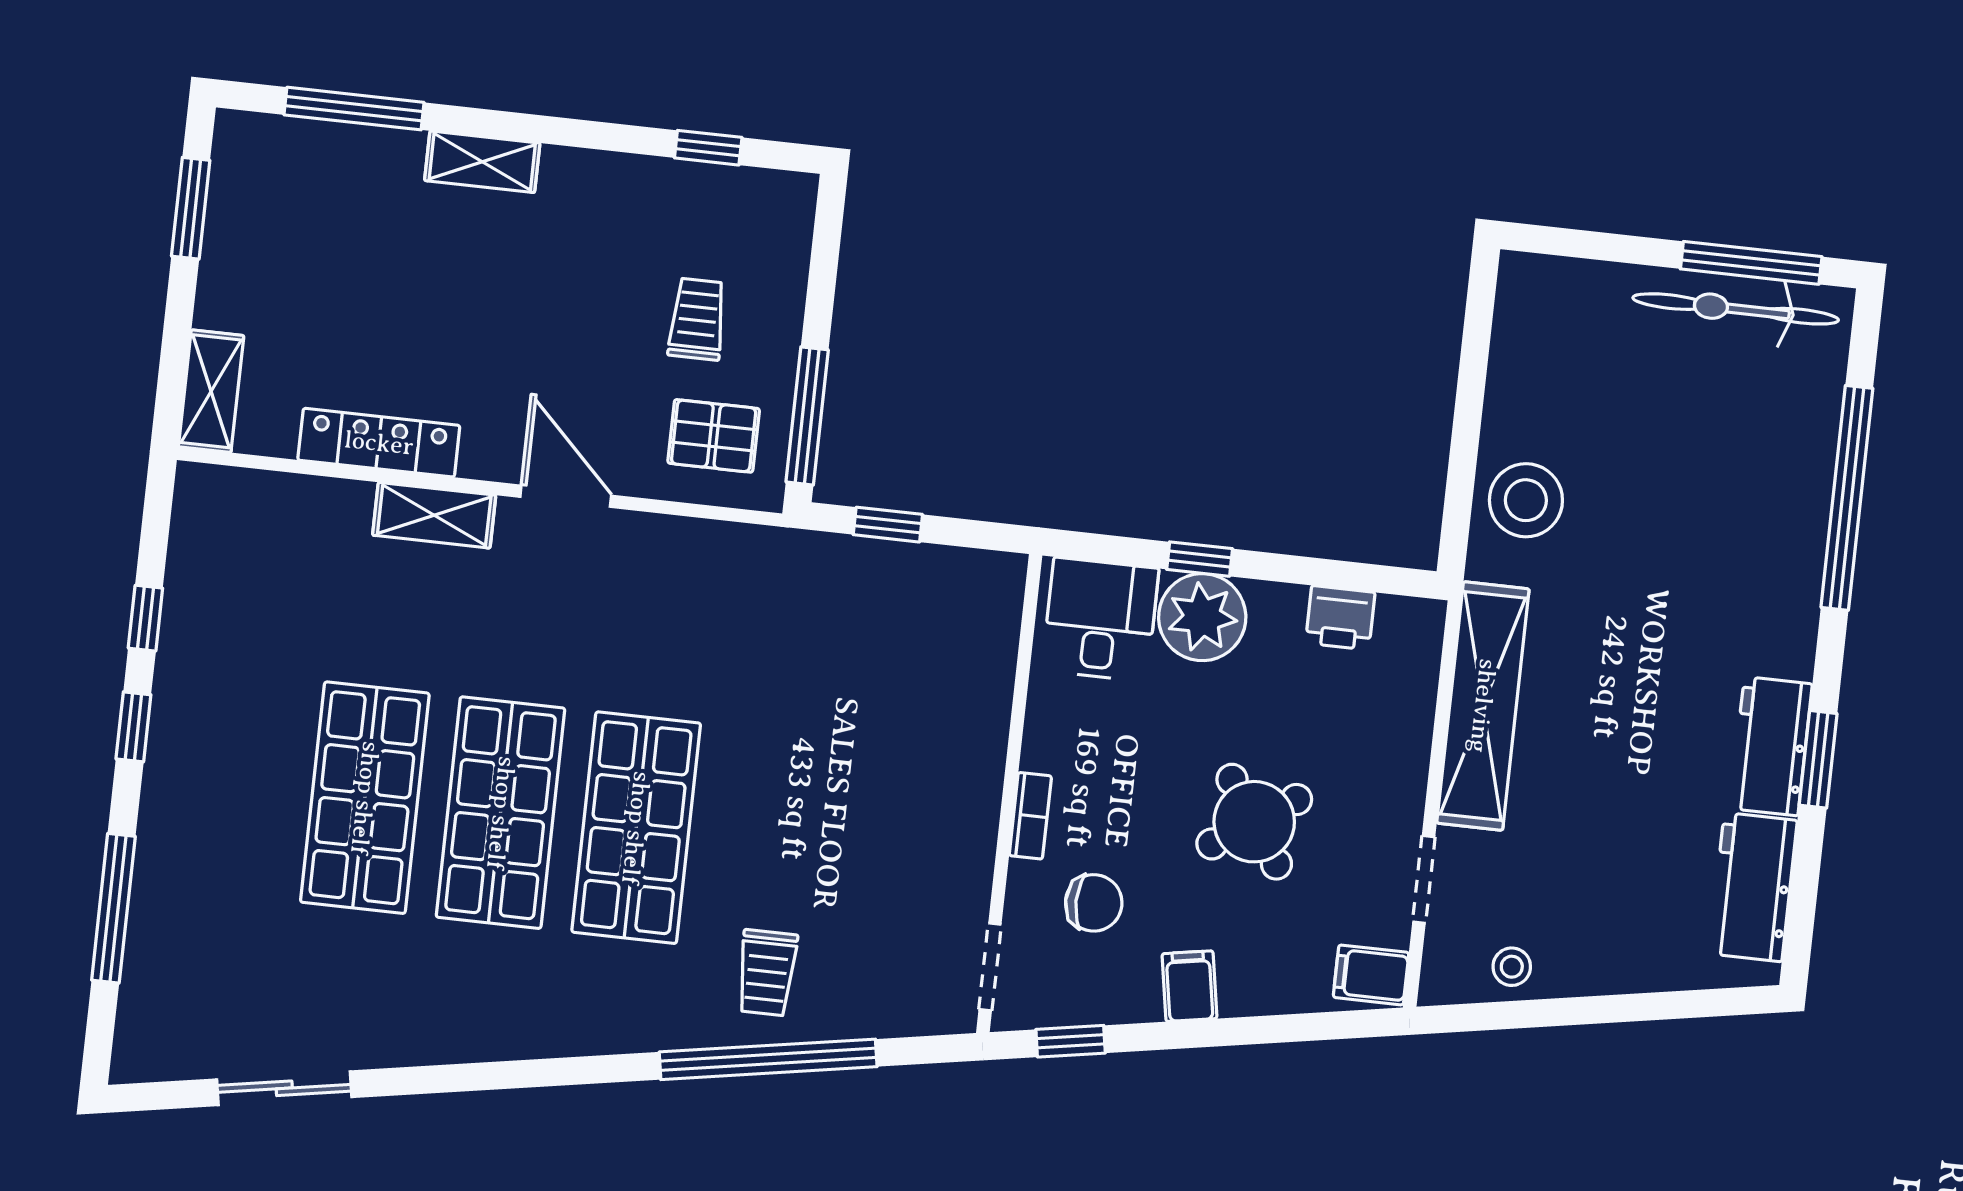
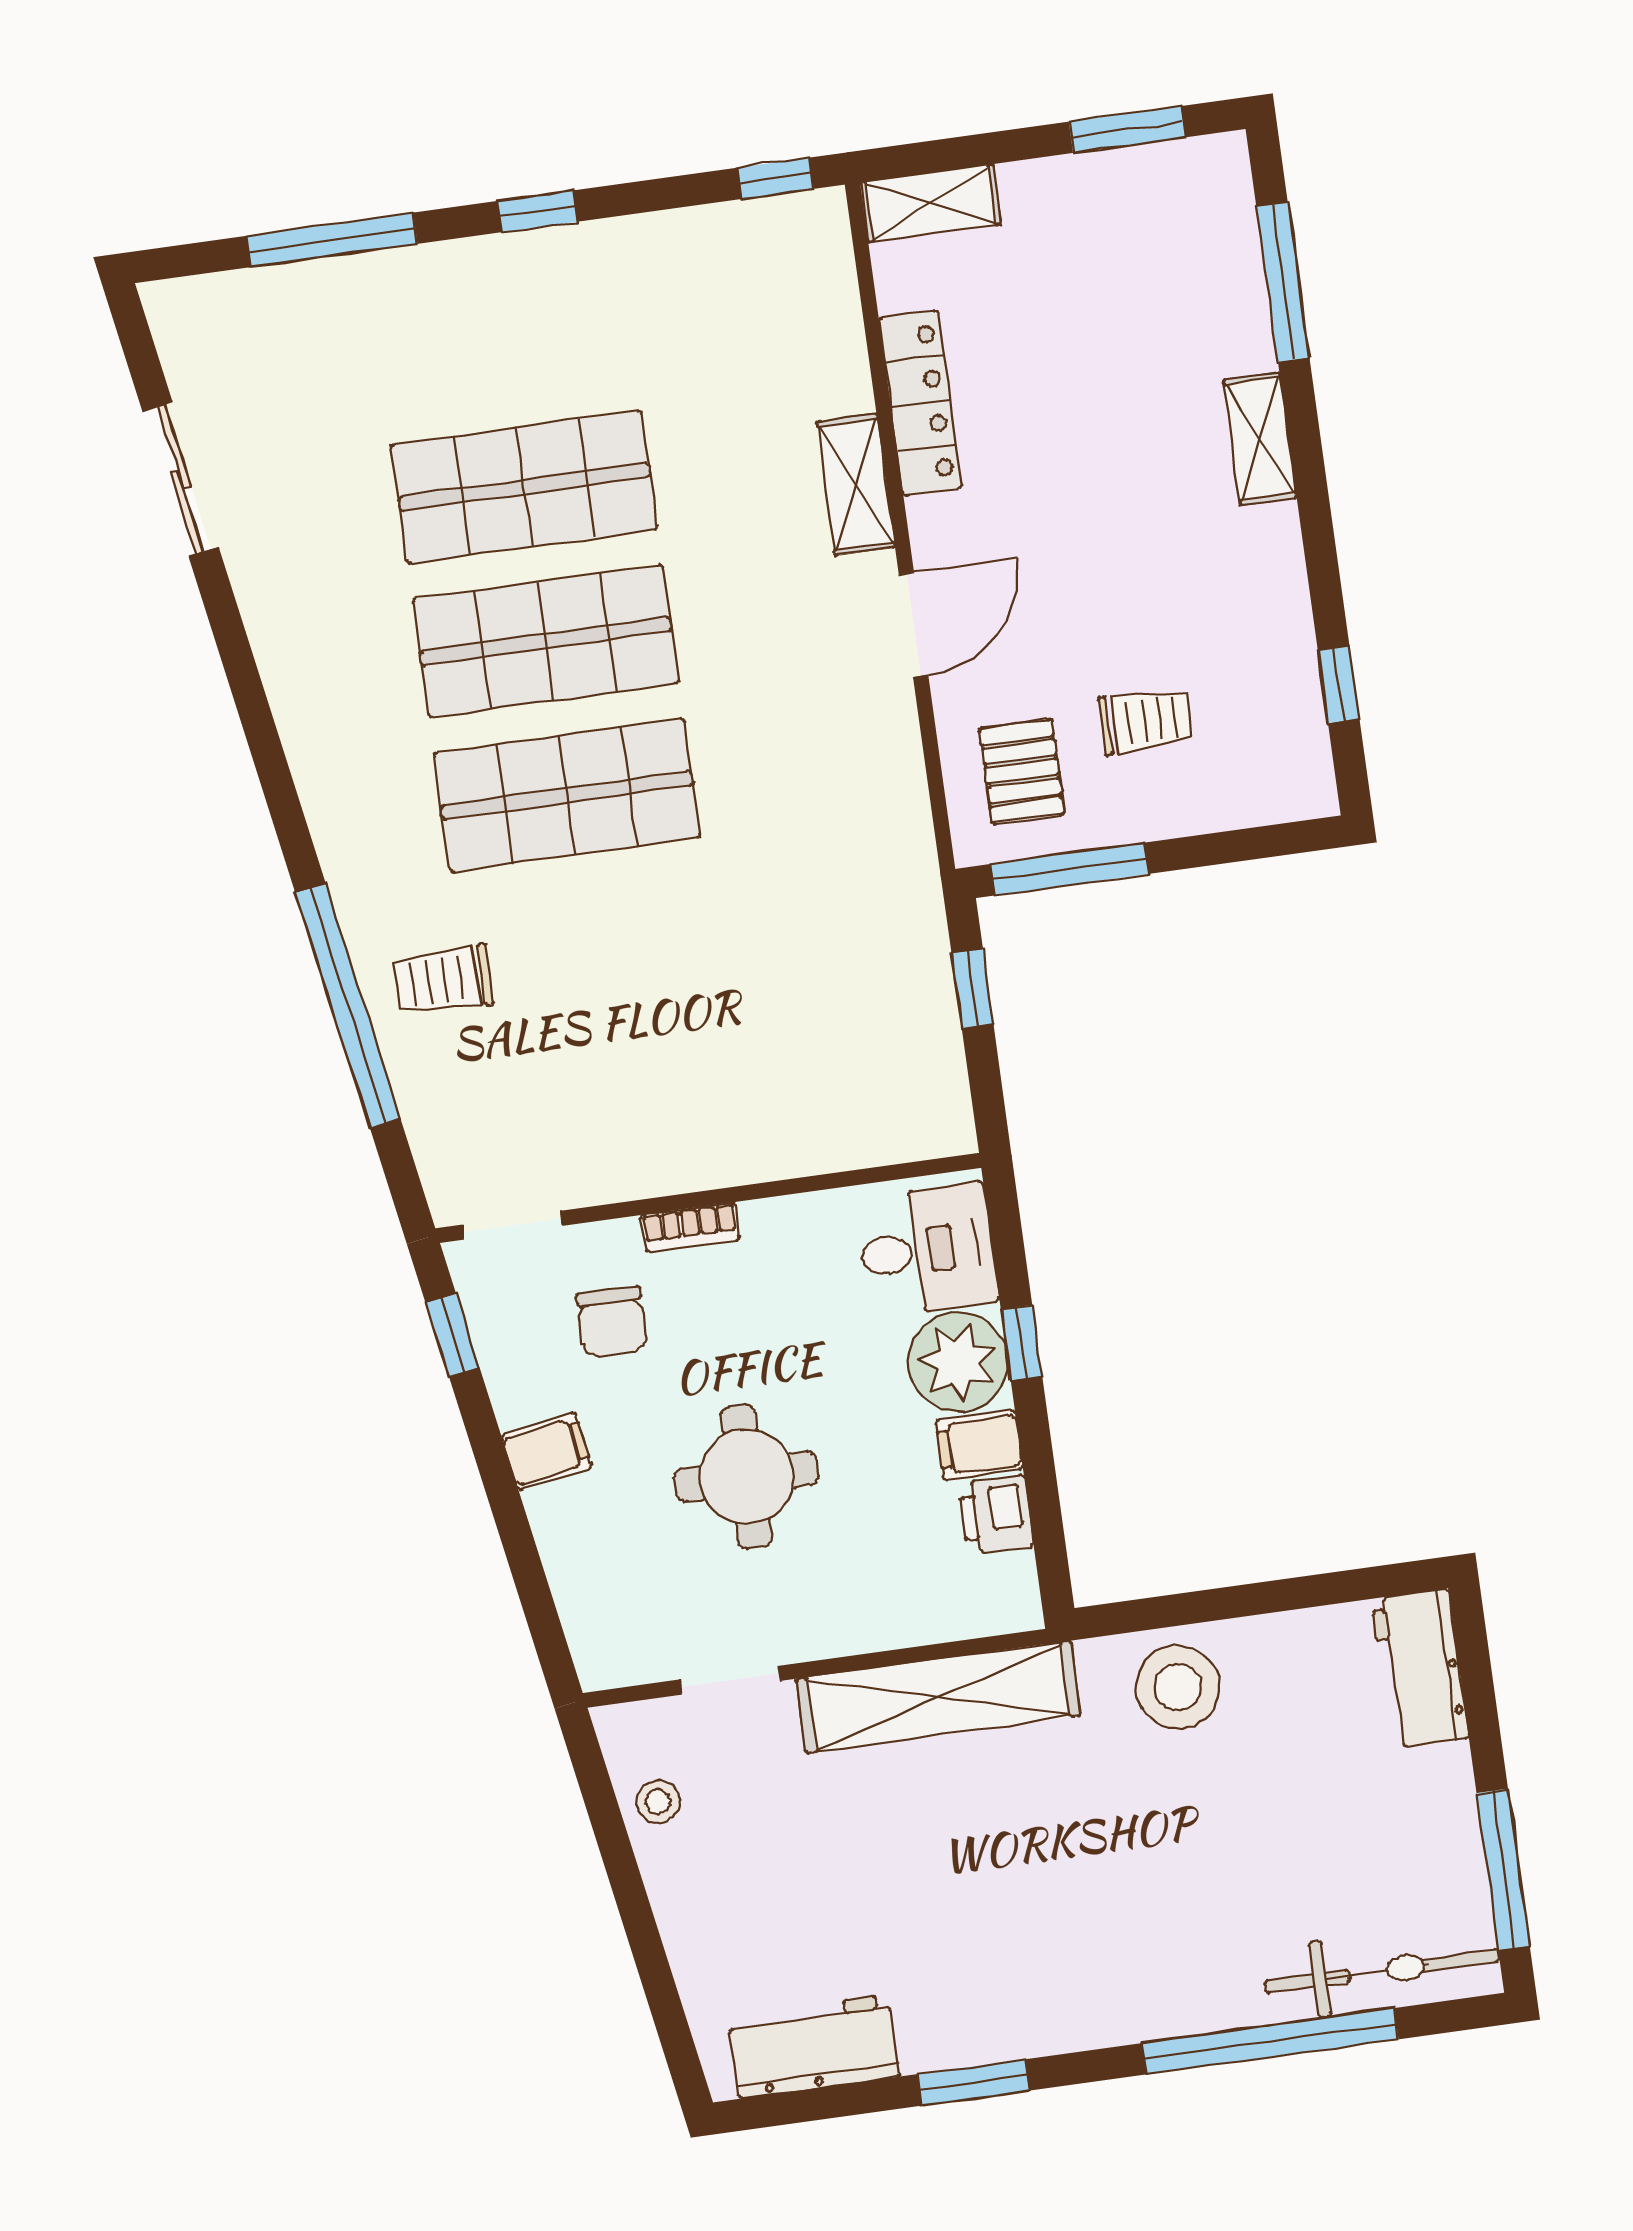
bicycle: (1736, 309) -> (1382, 1971), moved, turned 90
window: (145, 618) -> (776, 178), moved
workbench: (1771, 746) -> (1420, 1669), moved, turned -90
round table: (1254, 822) -> (746, 1477), turned 34
filing cabinet: (1371, 975) -> (979, 1445), moved, turned -90

